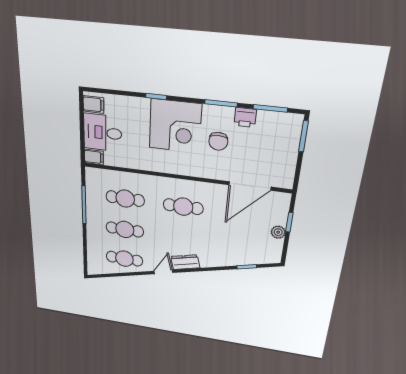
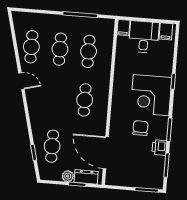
chair: (218, 141) -> (140, 128), turned 90
cafe table: (240, 247) -> (52, 146), added
dresser: (185, 262) -> (86, 177), moved, turned -76

